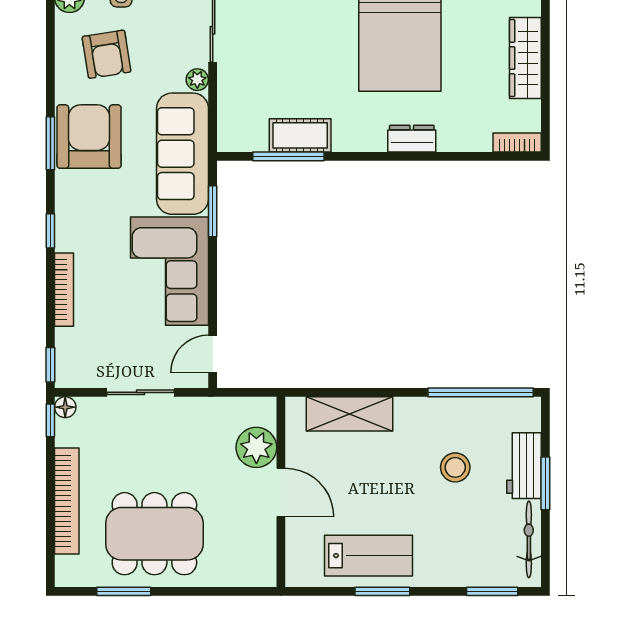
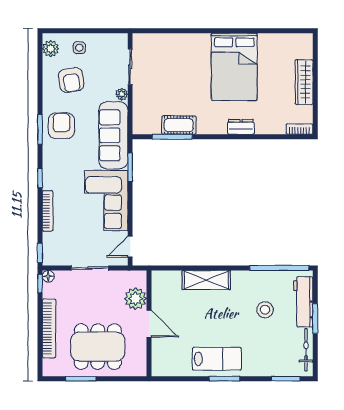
armchair: (89, 137) -> (61, 126), width x0.73, depth x0.73
plant: (256, 447) -> (136, 299), moved
workbench: (524, 466) -> (303, 302), width x1.38
door: (281, 492) -> (149, 324), moved
wall: (281, 492) -> (149, 323), moved

